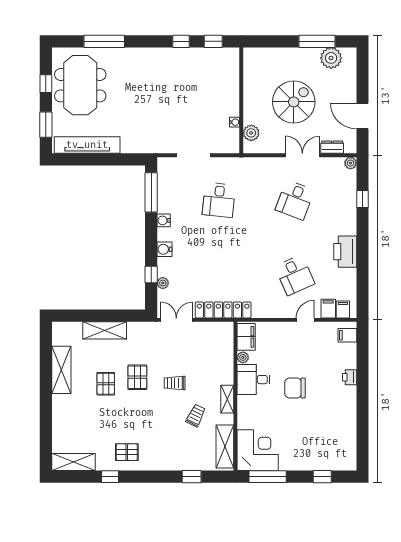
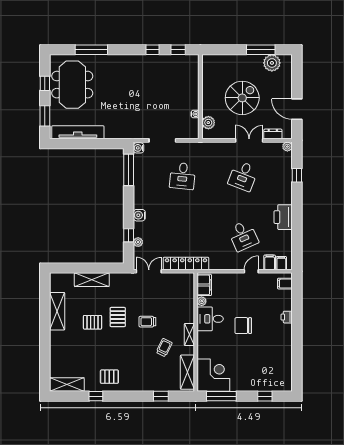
water cooler: (164, 220) -> (139, 148), moved
pallet: (106, 384) -> (93, 322), turned 90

